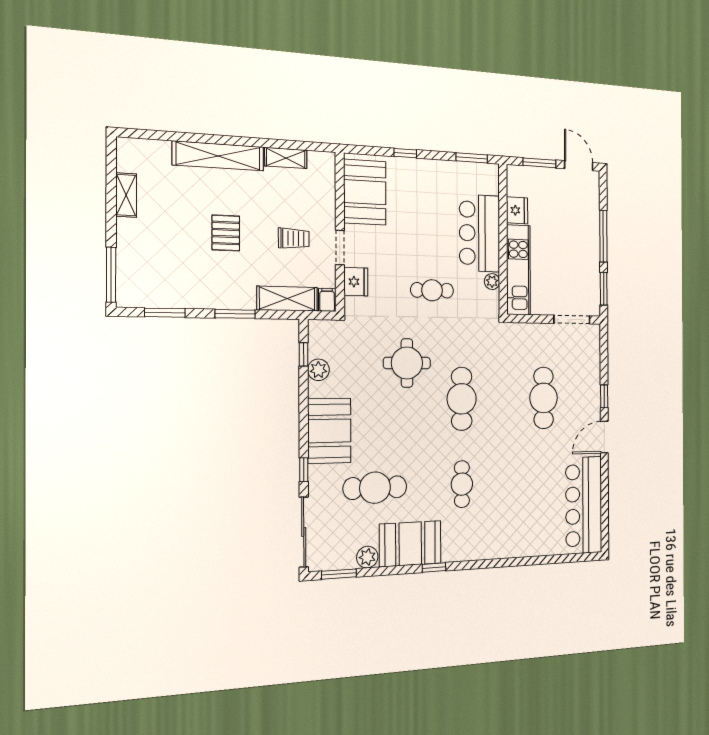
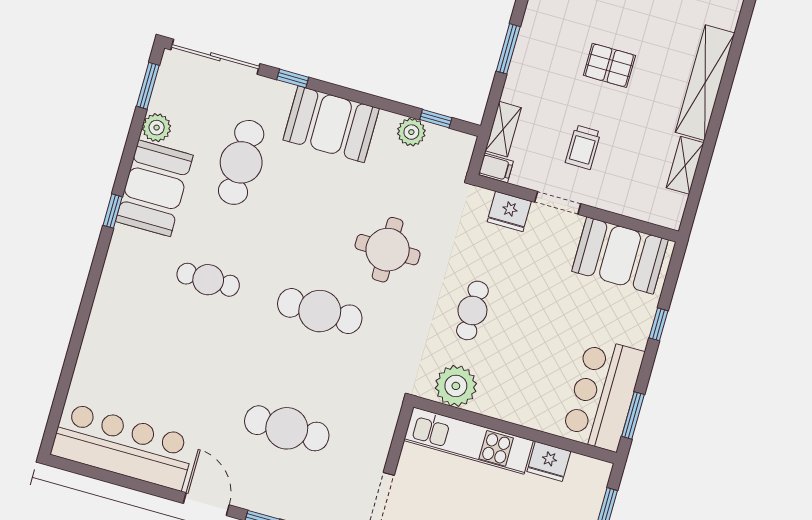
bar counter: (480, 233) -> (603, 394), moved, turned -90
plant: (492, 282) -> (456, 386), width x1.88, depth x1.88
shelving: (287, 299) -> (503, 129), width x0.67, depth x0.75

